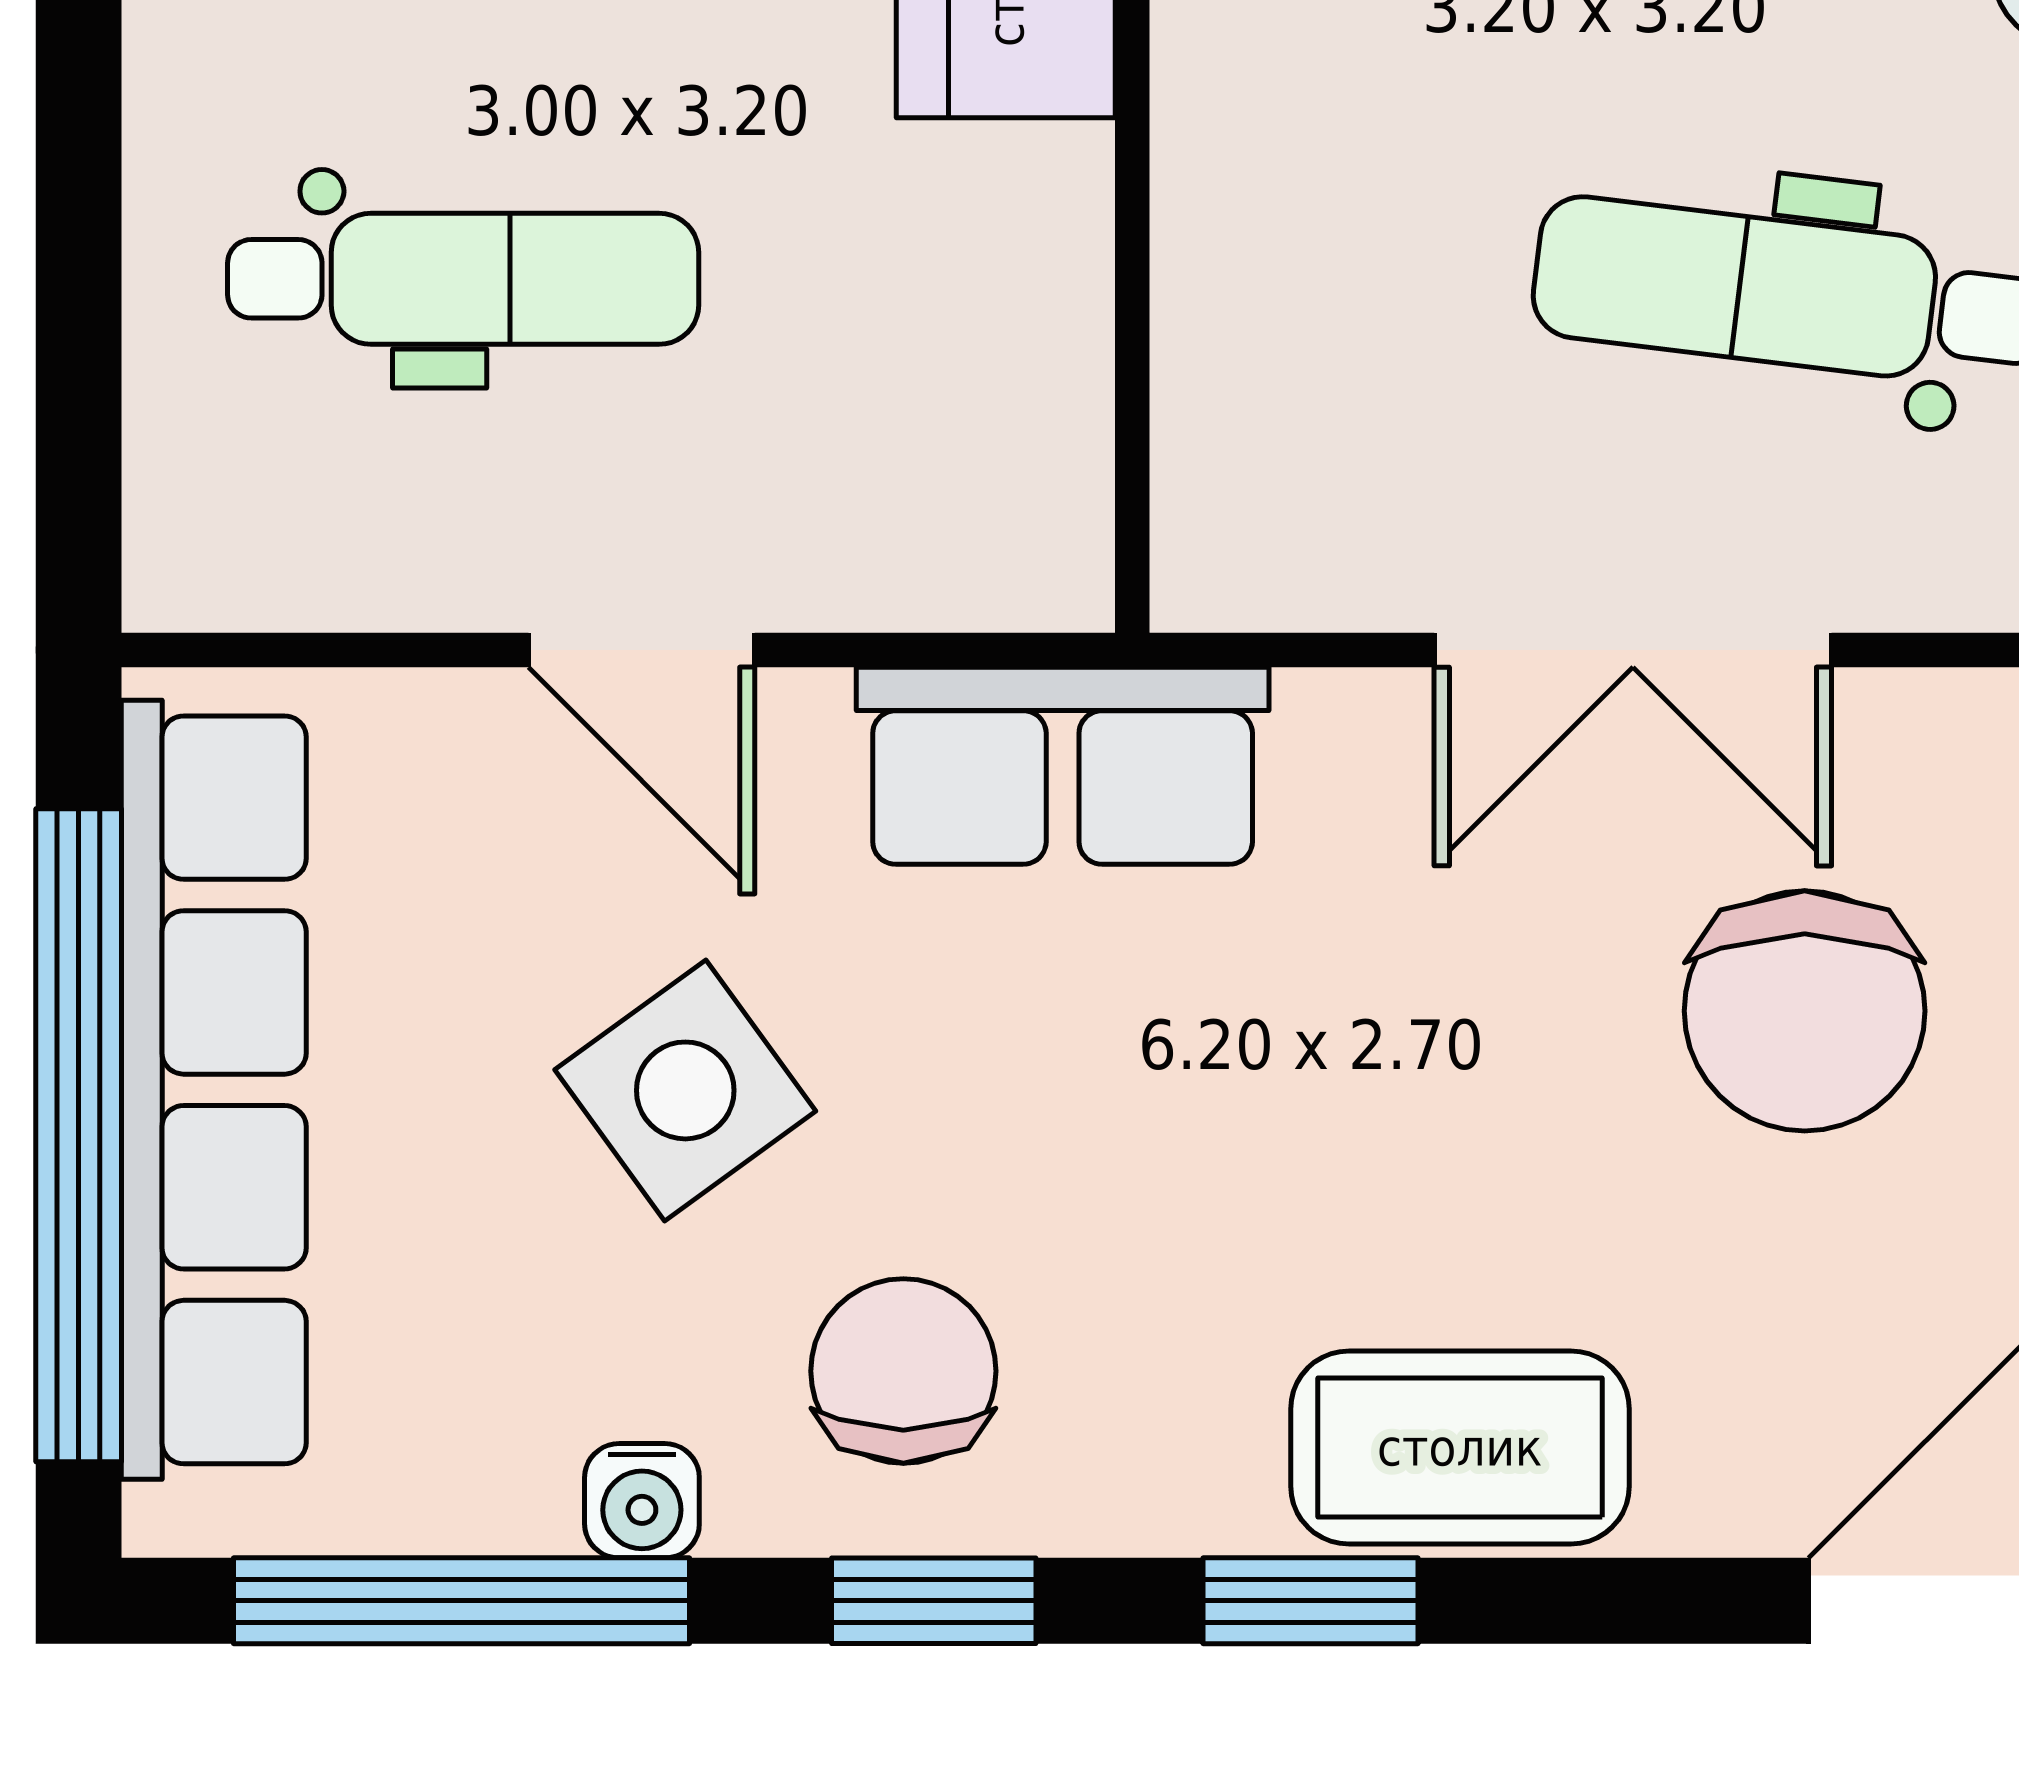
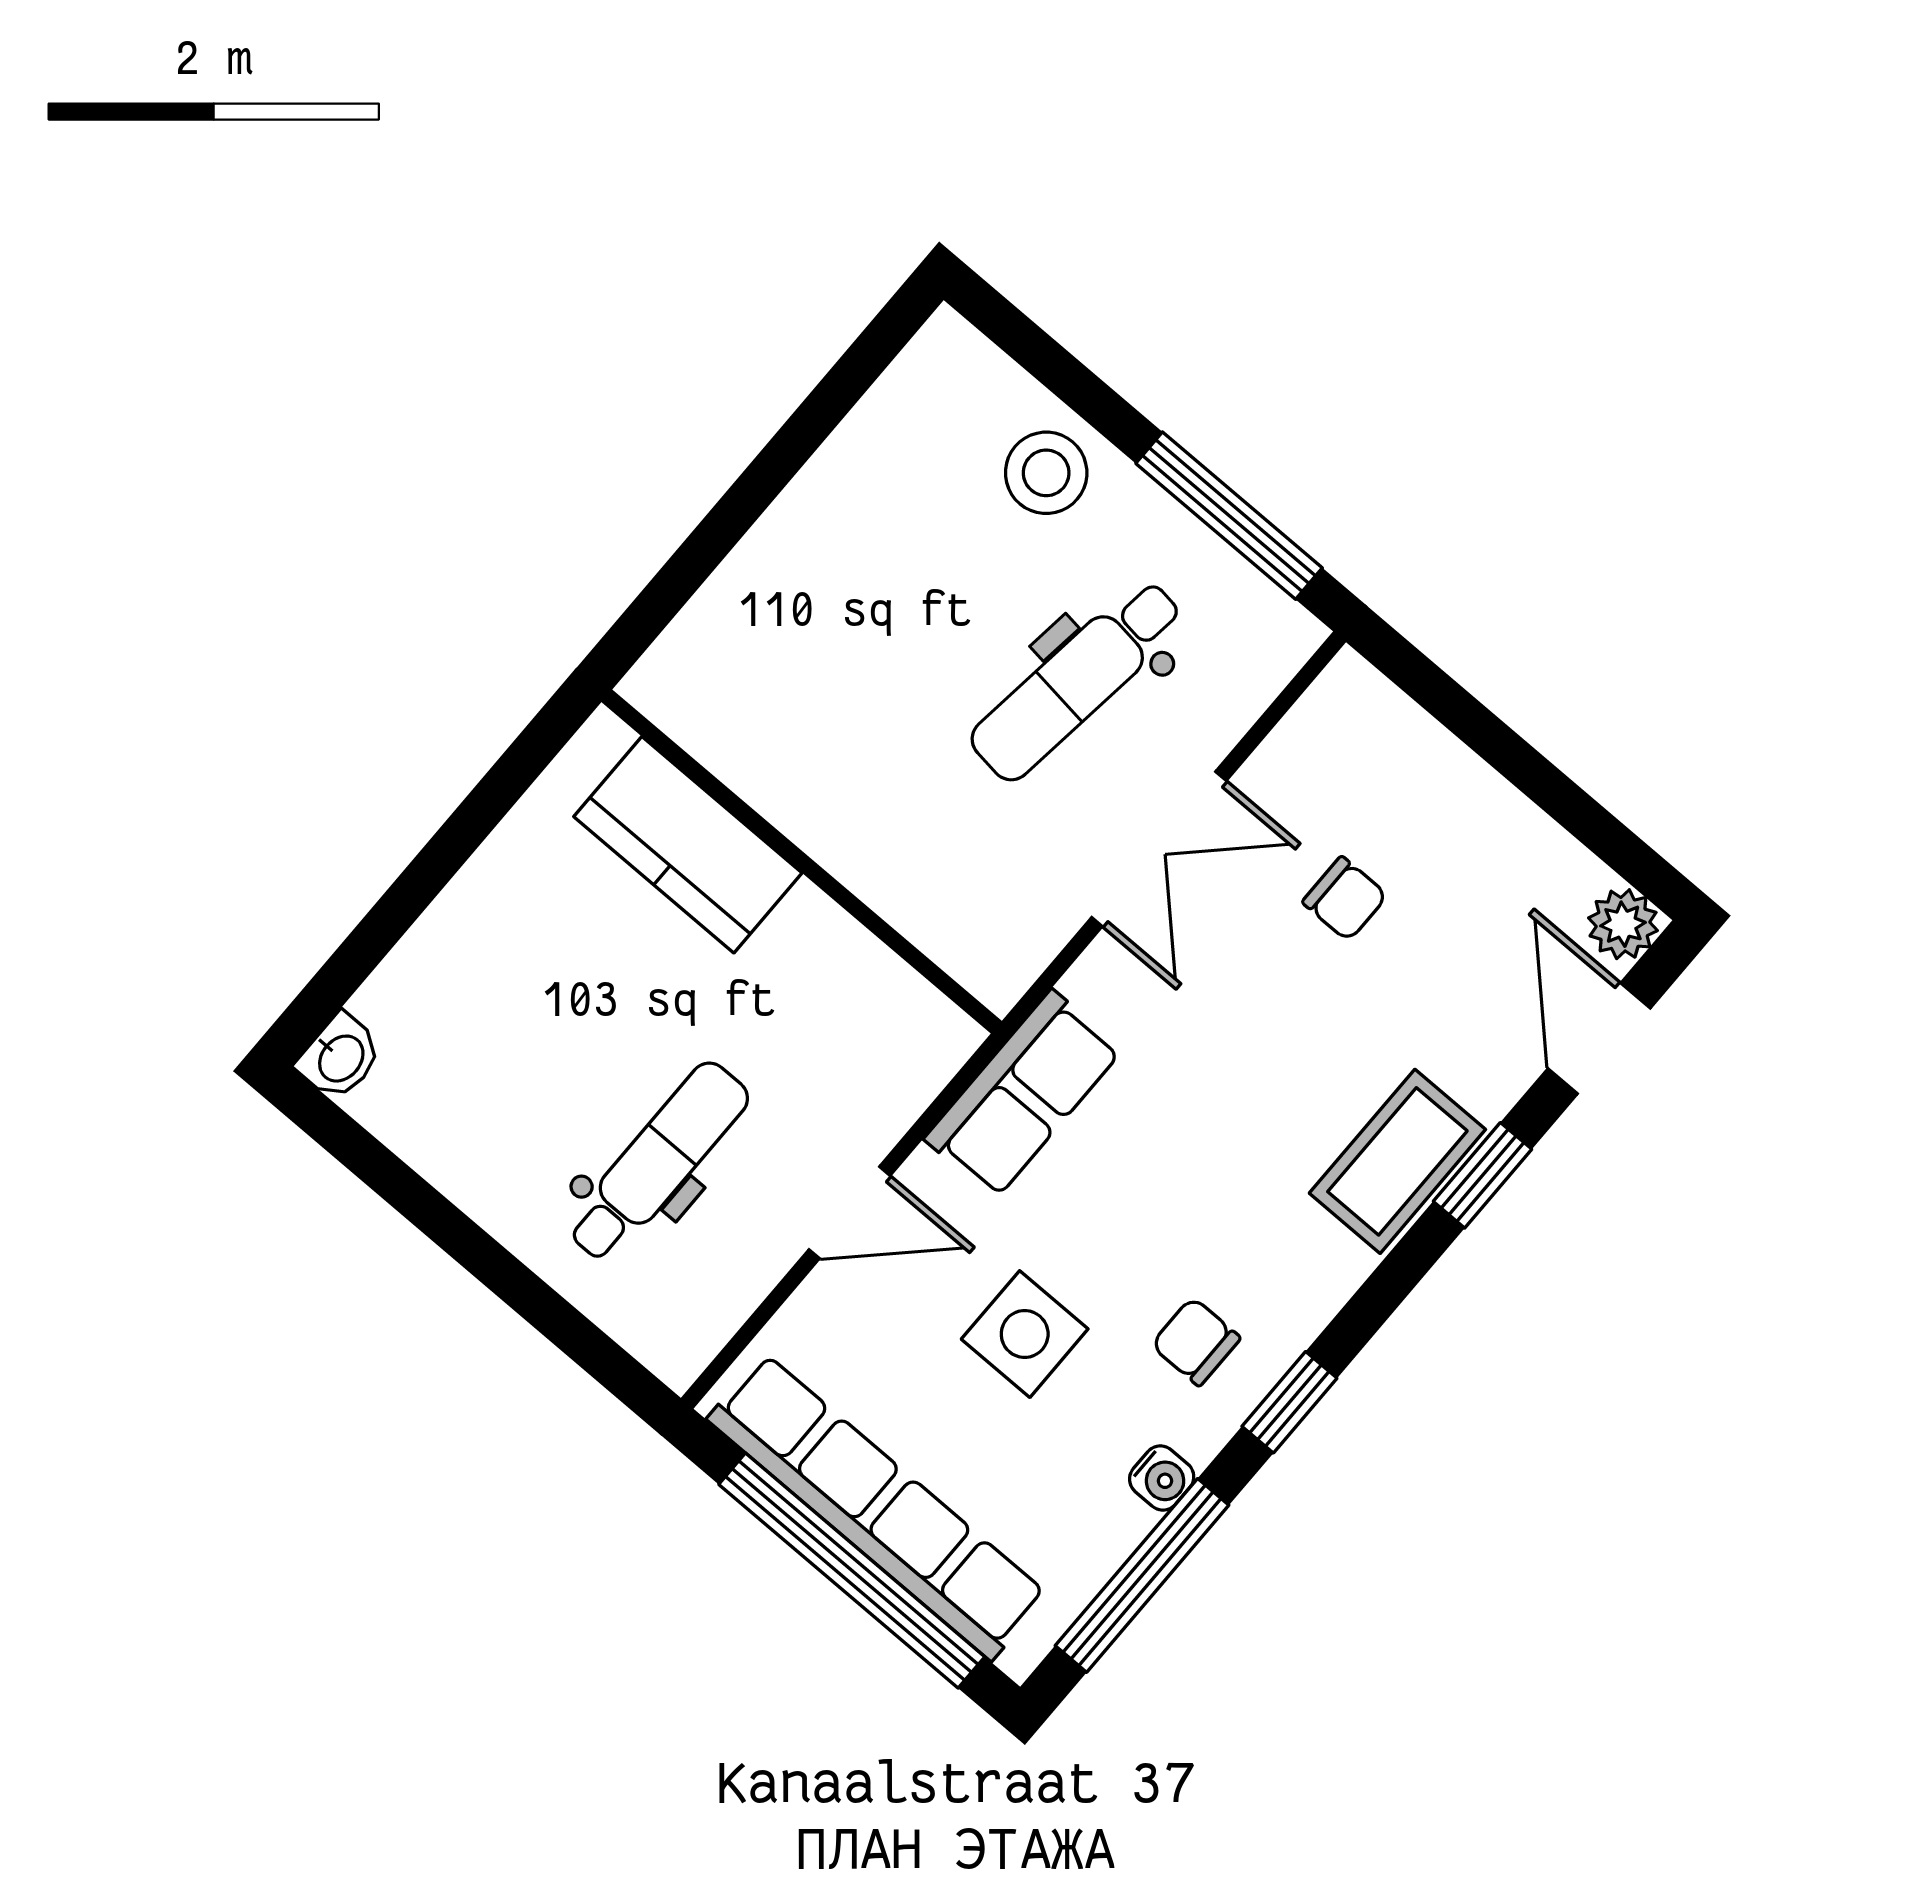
chair: (1805, 1011) -> (1345, 899), width x0.54, depth x0.54
side table: (685, 1090) -> (1025, 1334), turned 36
chair: (903, 1371) -> (1196, 1342), width x0.73, depth x0.73
window: (1310, 1601) -> (1483, 1175), moved

